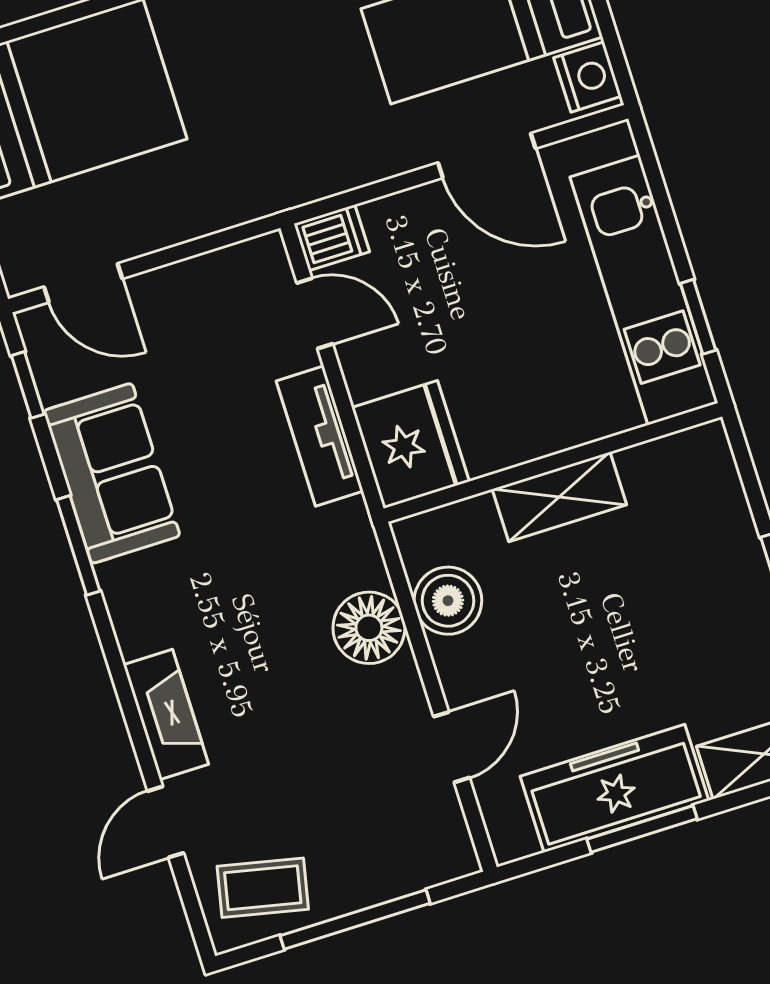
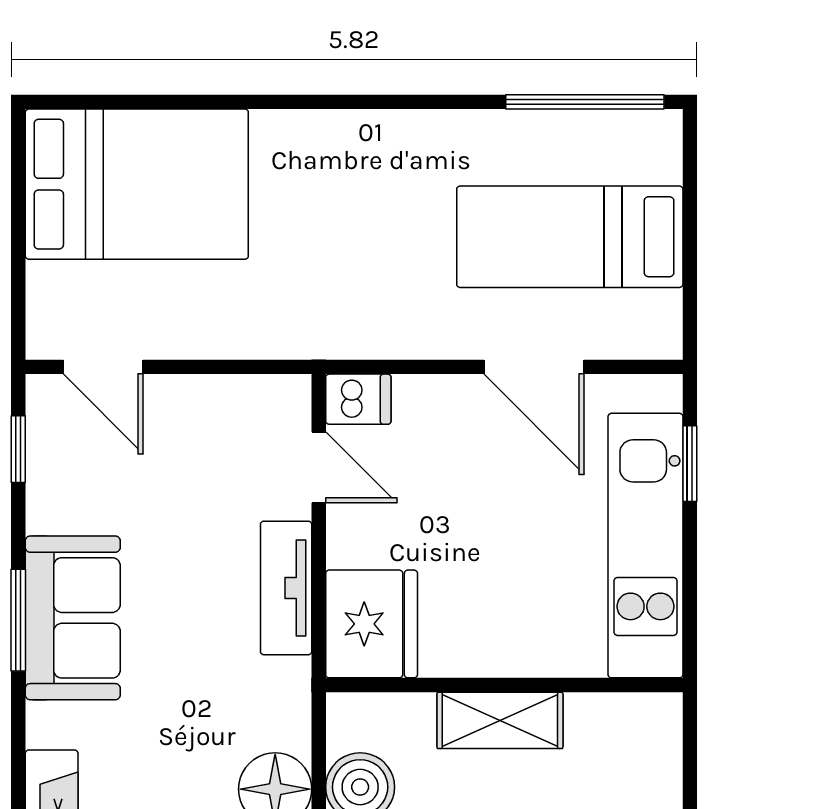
nightstand: (588, 77) -> (656, 322), removed
window: (698, 317) -> (690, 464), moved
sofa: (112, 473) -> (73, 618), moved

